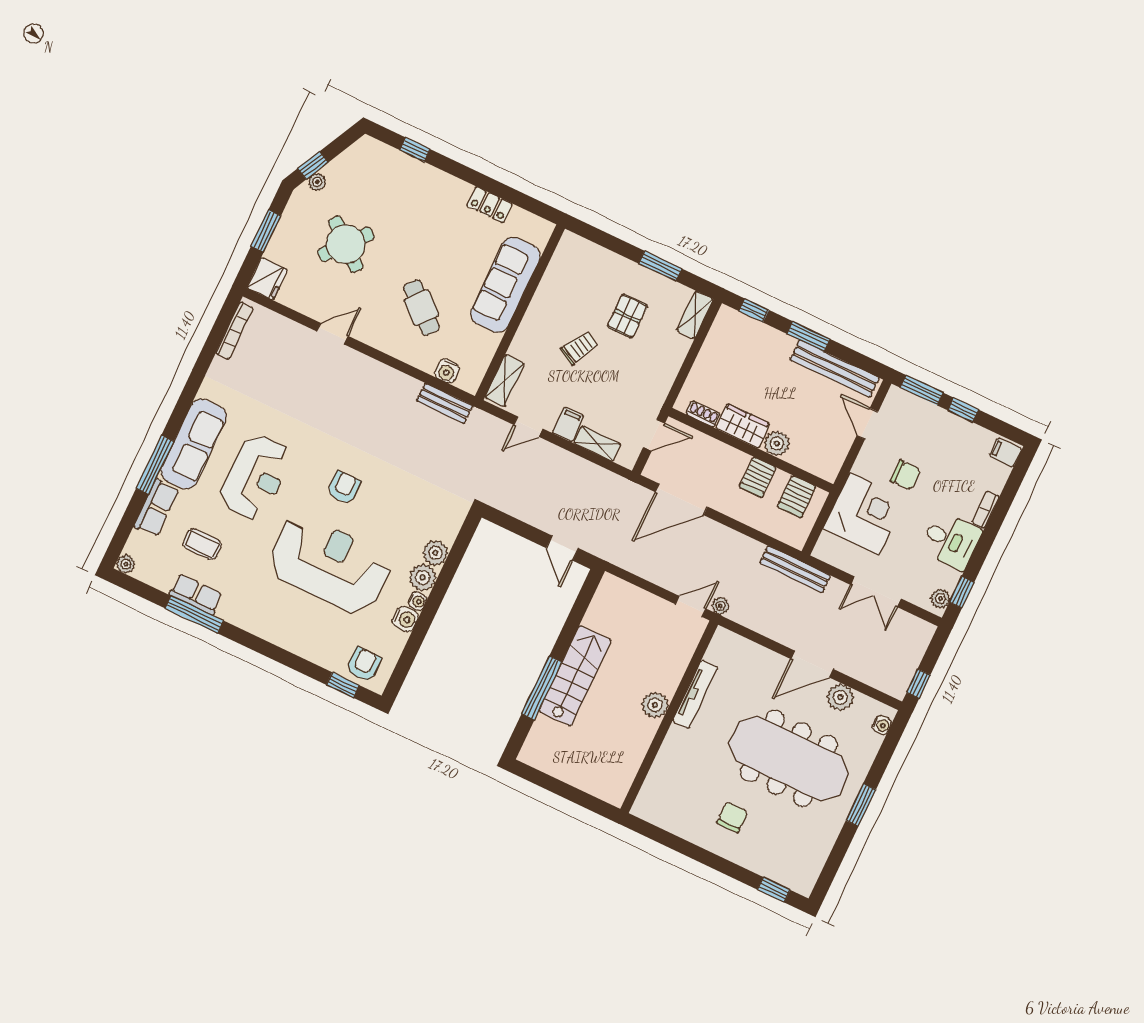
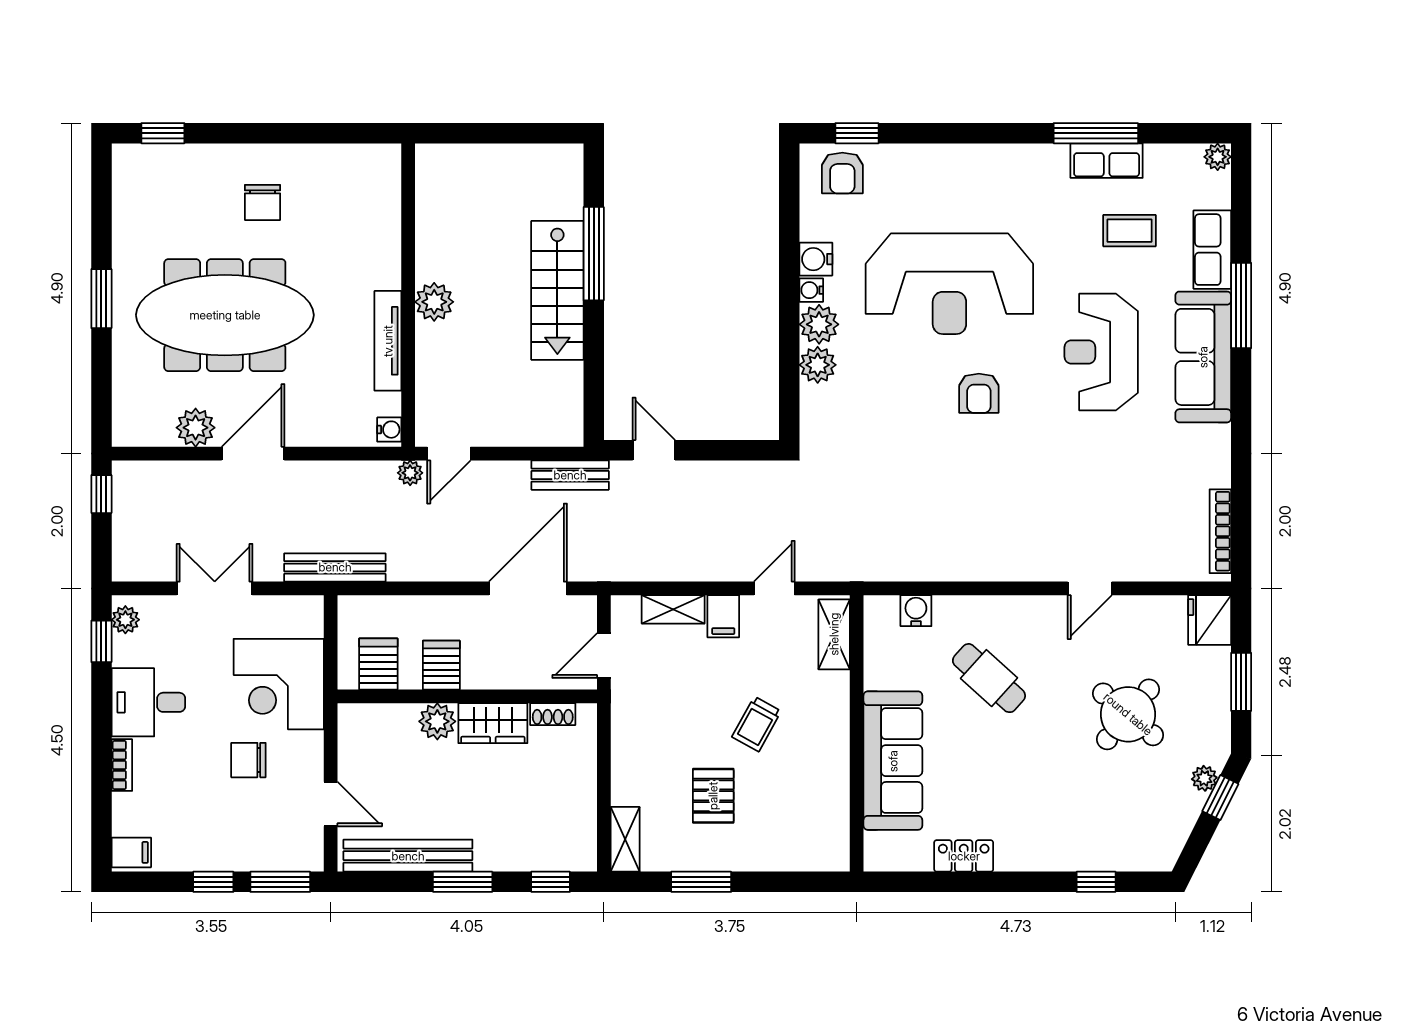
bench: (445, 403) -> (570, 475), moved
water cooler: (882, 725) -> (389, 430), moved, turned 180

